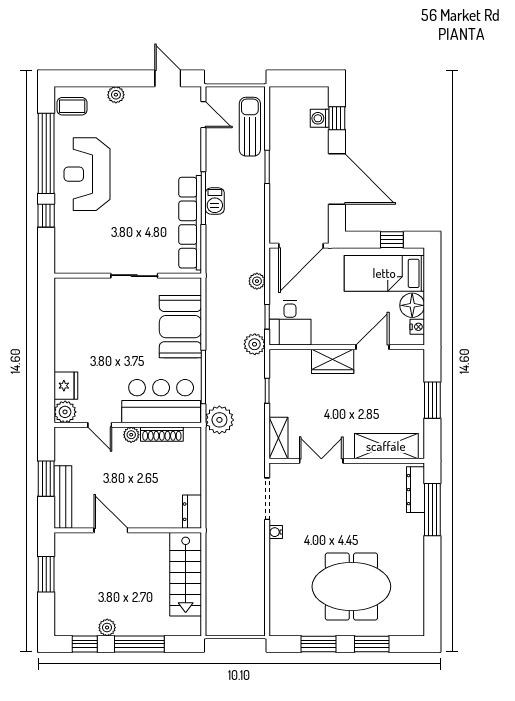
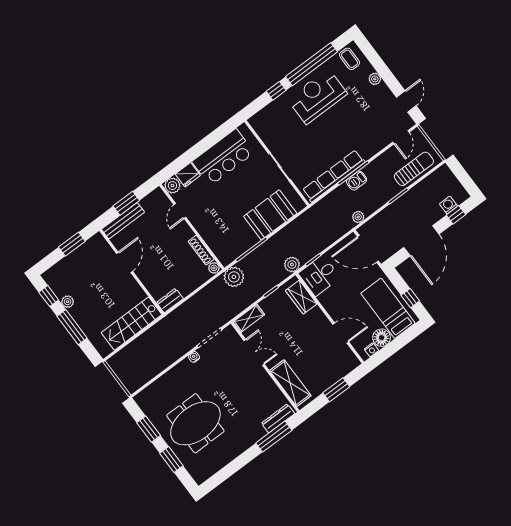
plant: (257, 281) -> (358, 217), moved
wardrobe: (333, 361) -> (301, 297), moved
bar counter: (161, 401) -> (223, 157), moved, turned 90
plant: (131, 435) -> (214, 268), moved
meeting table: (351, 587) -> (195, 423), turned 90

